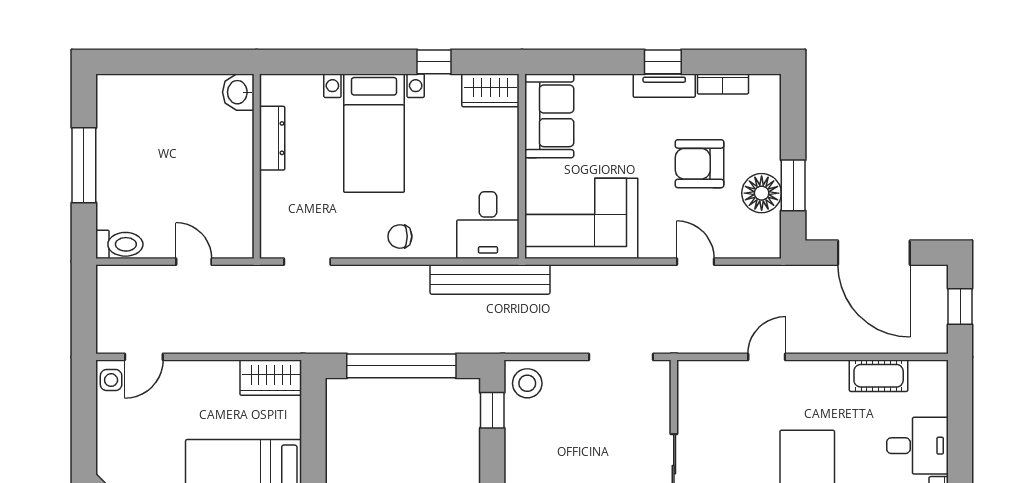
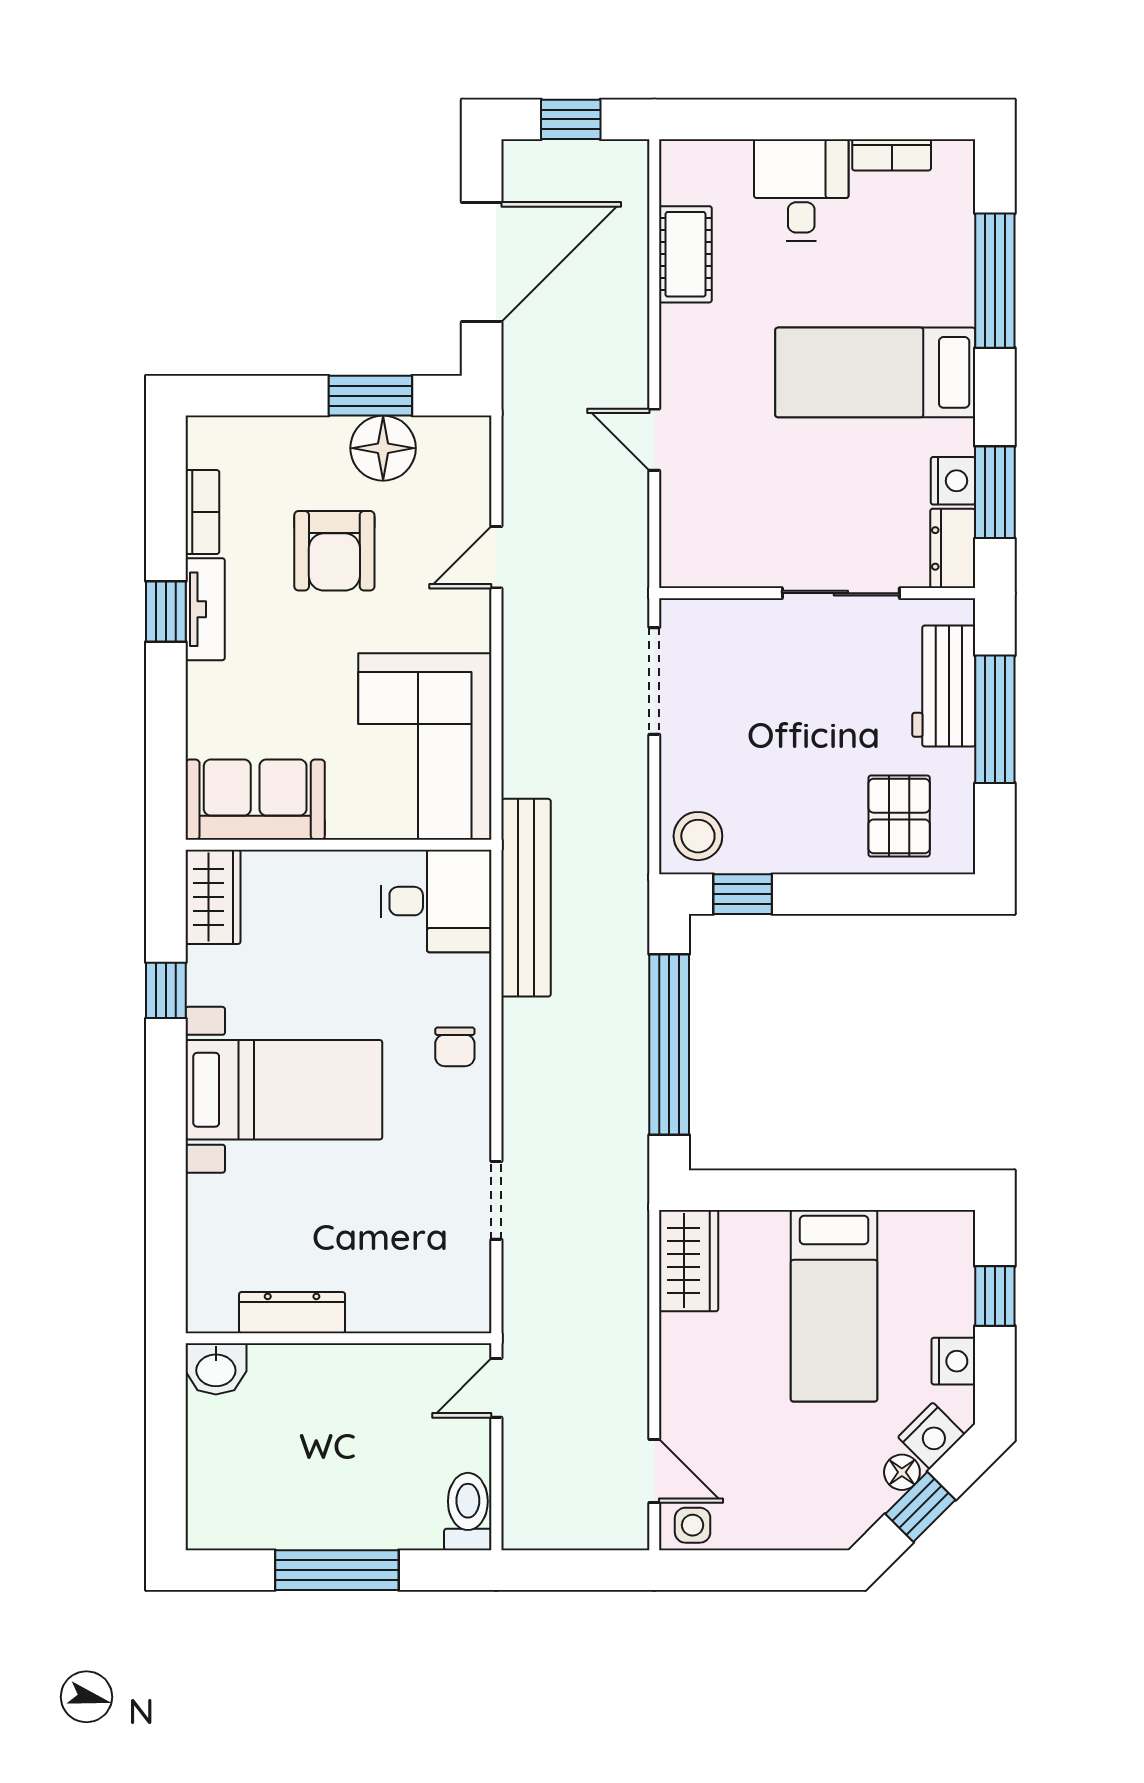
washbasin: (238, 92) -> (216, 1369), moved
dresser: (272, 138) -> (292, 1313), moved
wall: (257, 166) -> (339, 1338), moved

